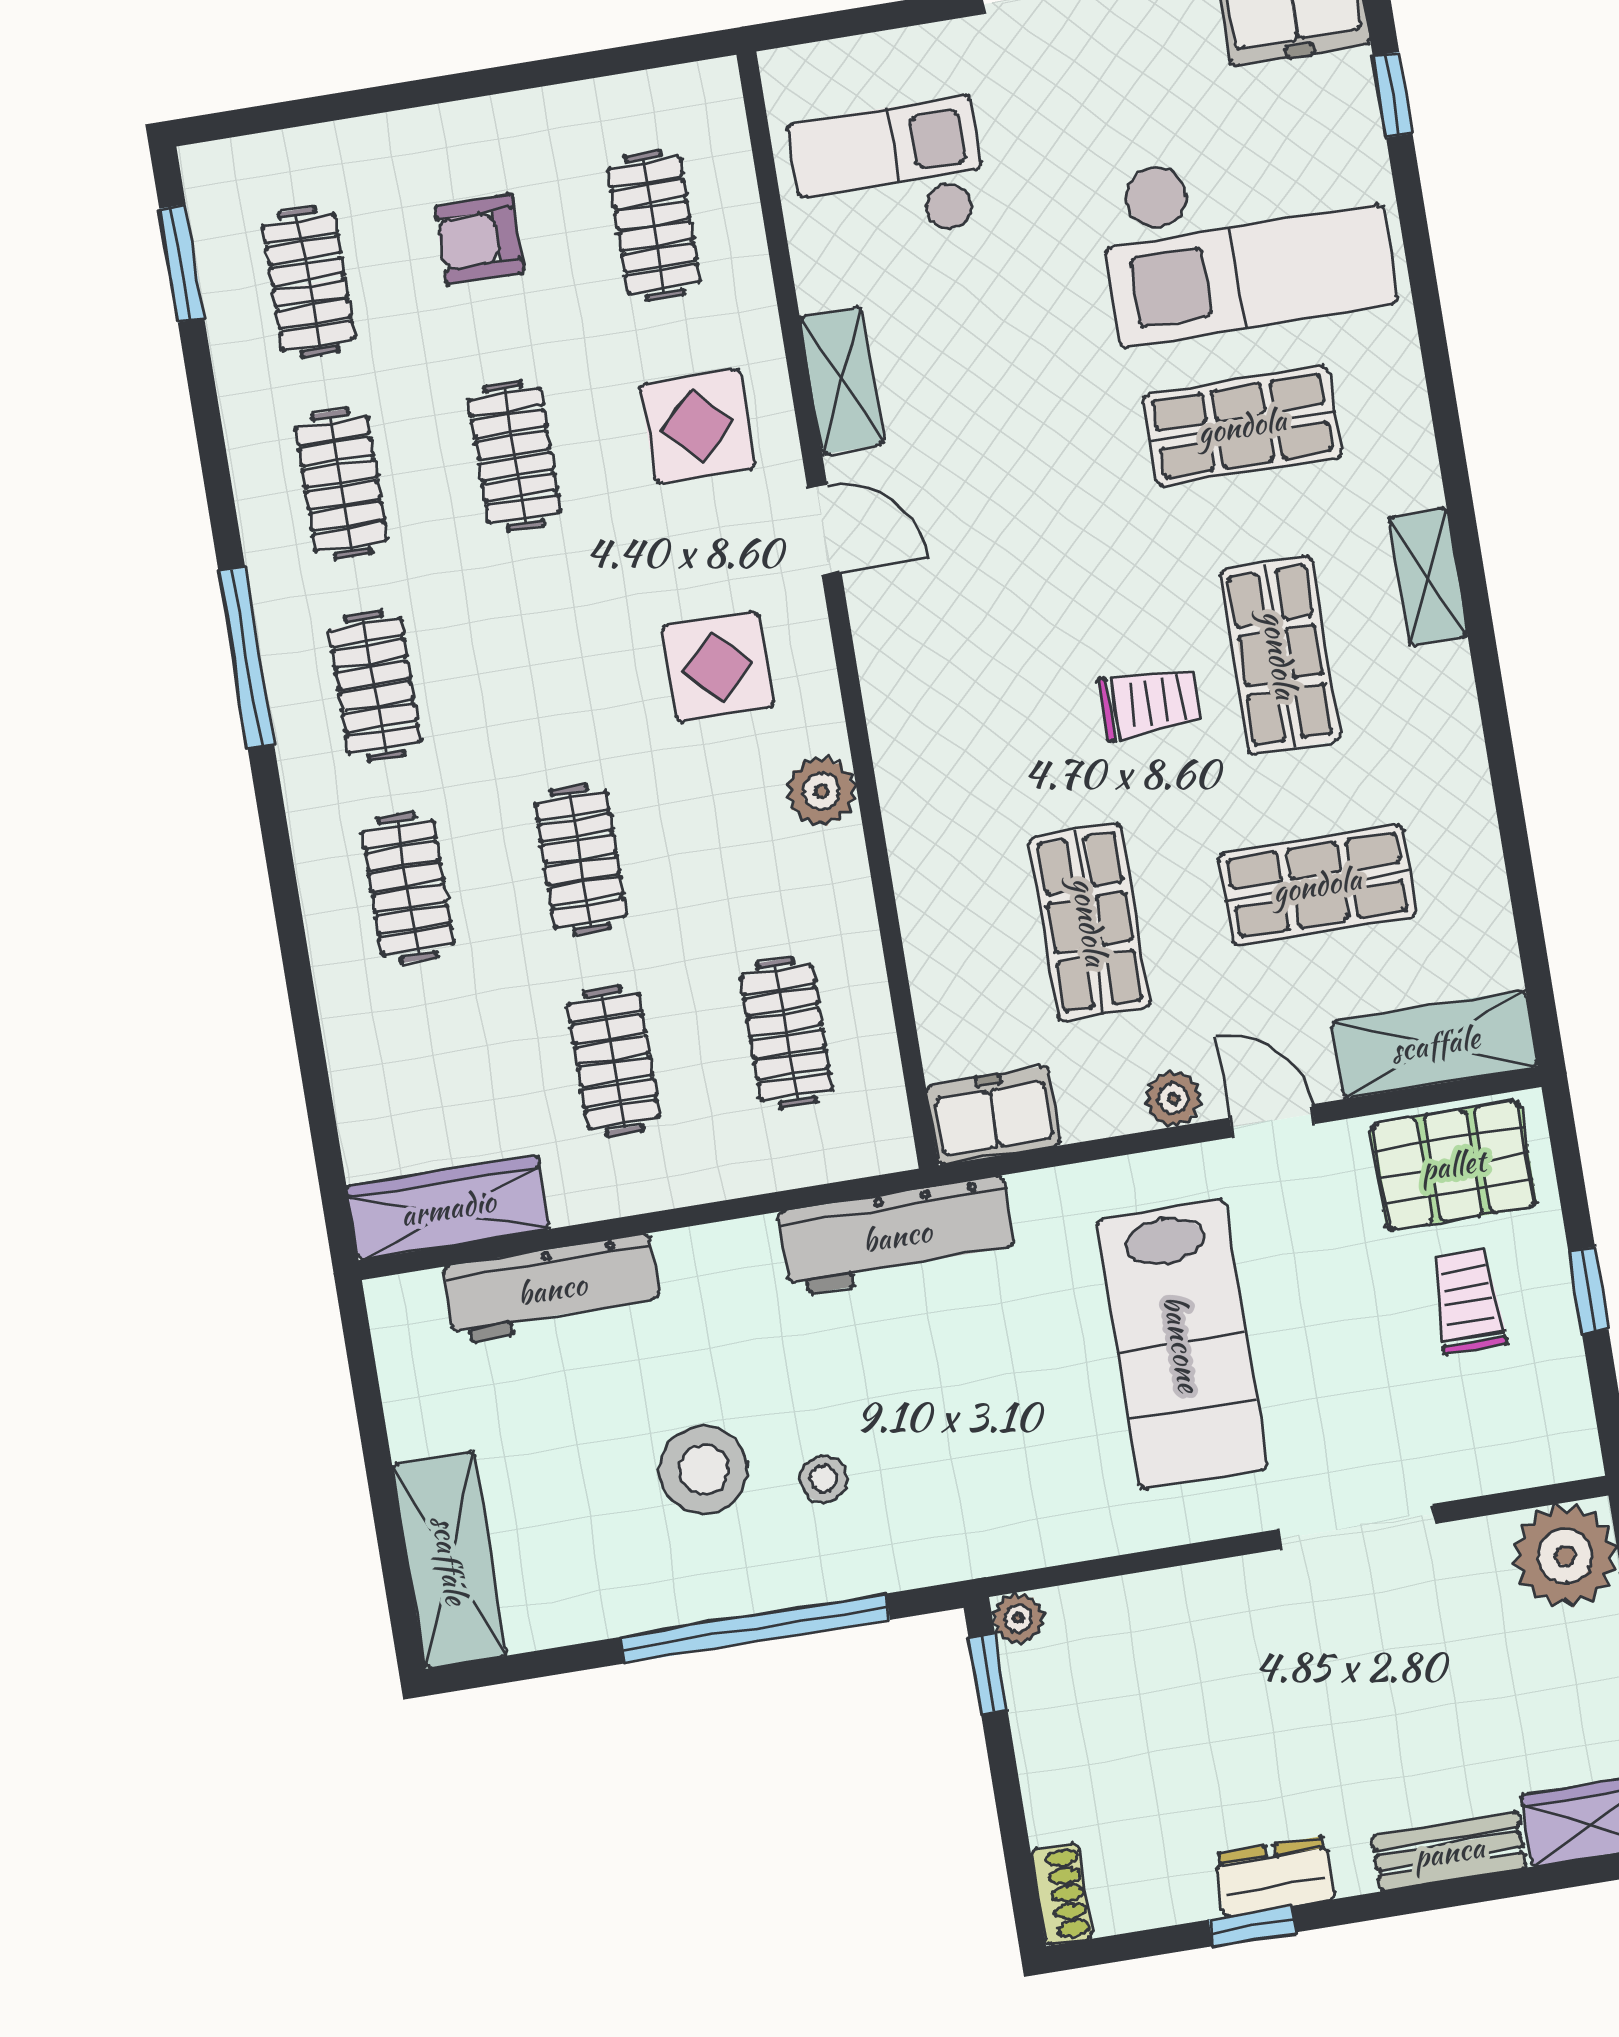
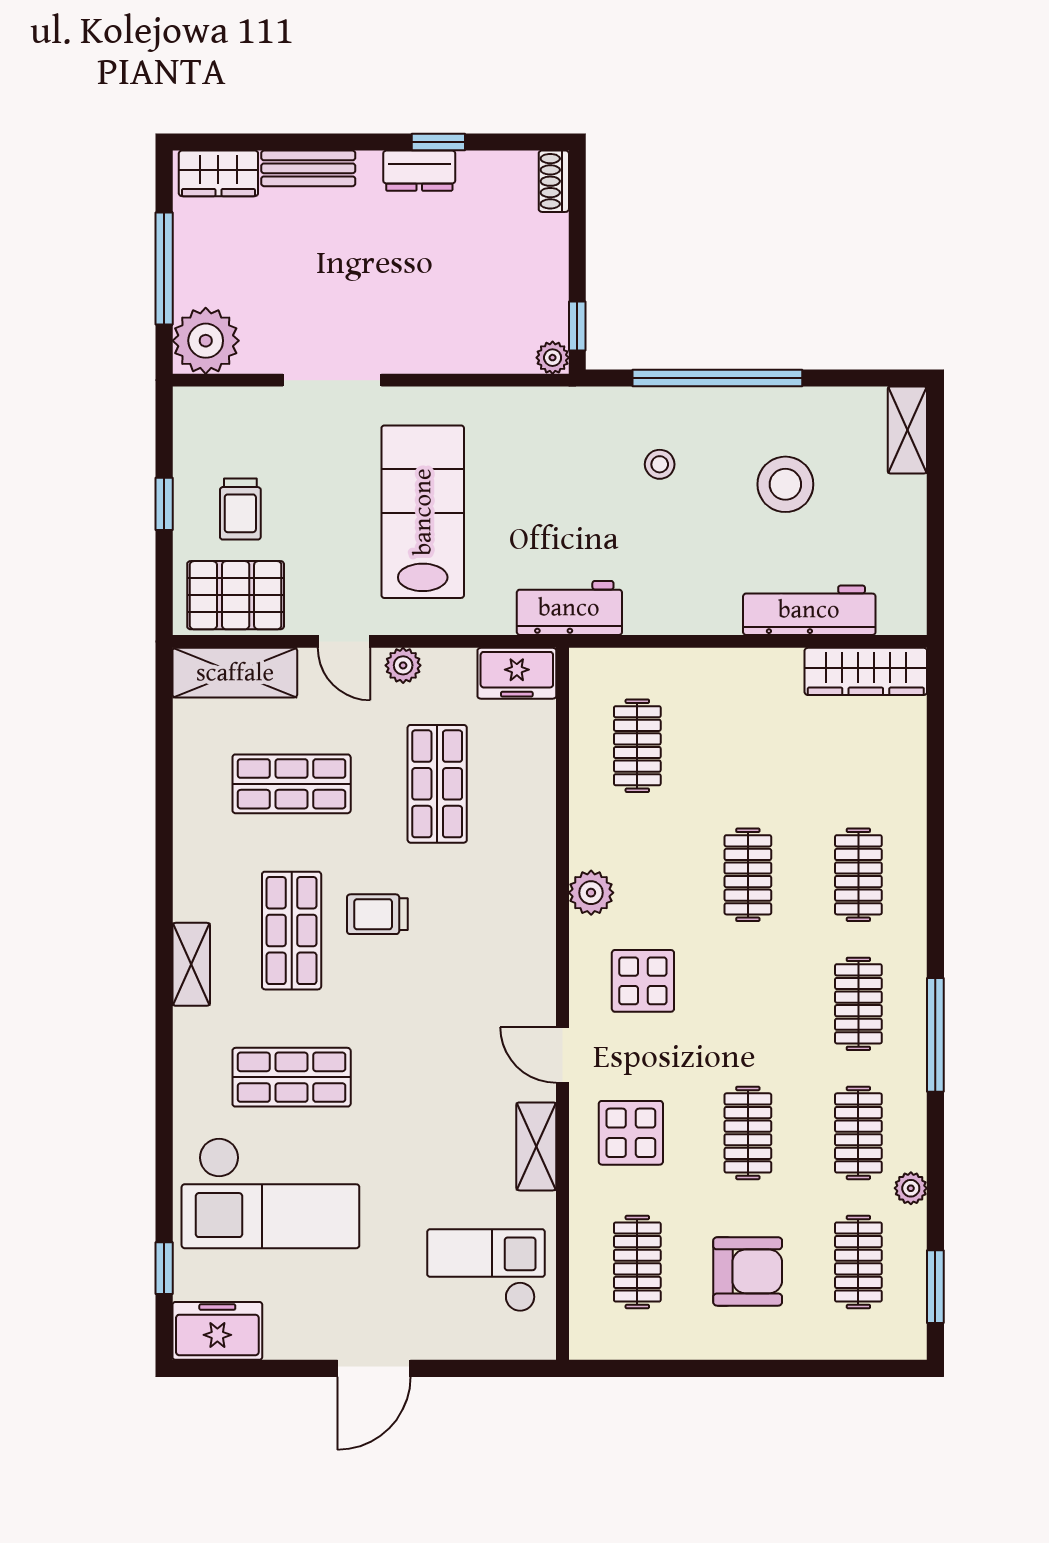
checkout: (889, 174) -> (486, 1270), turned 180
armchair: (479, 239) -> (748, 1271), width x1.38, depth x1.38
checkout: (1246, 240) -> (270, 1193), turned 180
plant: (245, 411) -> (911, 1188), added
clothes rail: (614, 1061) -> (748, 746), removed
workbench: (897, 1236) -> (569, 608), width x0.73
stool: (703, 1470) -> (785, 484), moved
shelving: (450, 1560) -> (907, 430), width x0.67, depth x0.75

